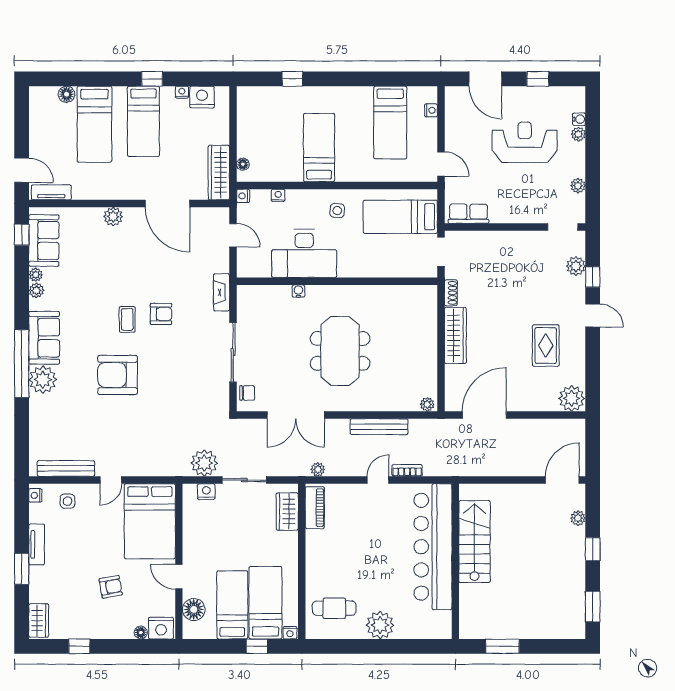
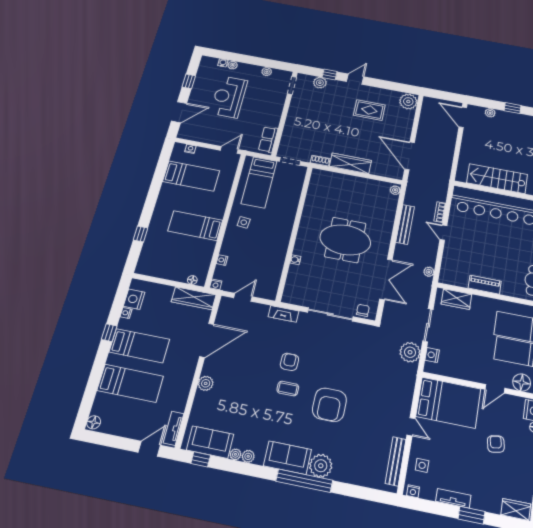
floor lamp: (67, 94) -> (94, 422), moved
desk: (304, 253) -> (269, 250), removed
piano: (315, 508) -> (485, 285), moved

